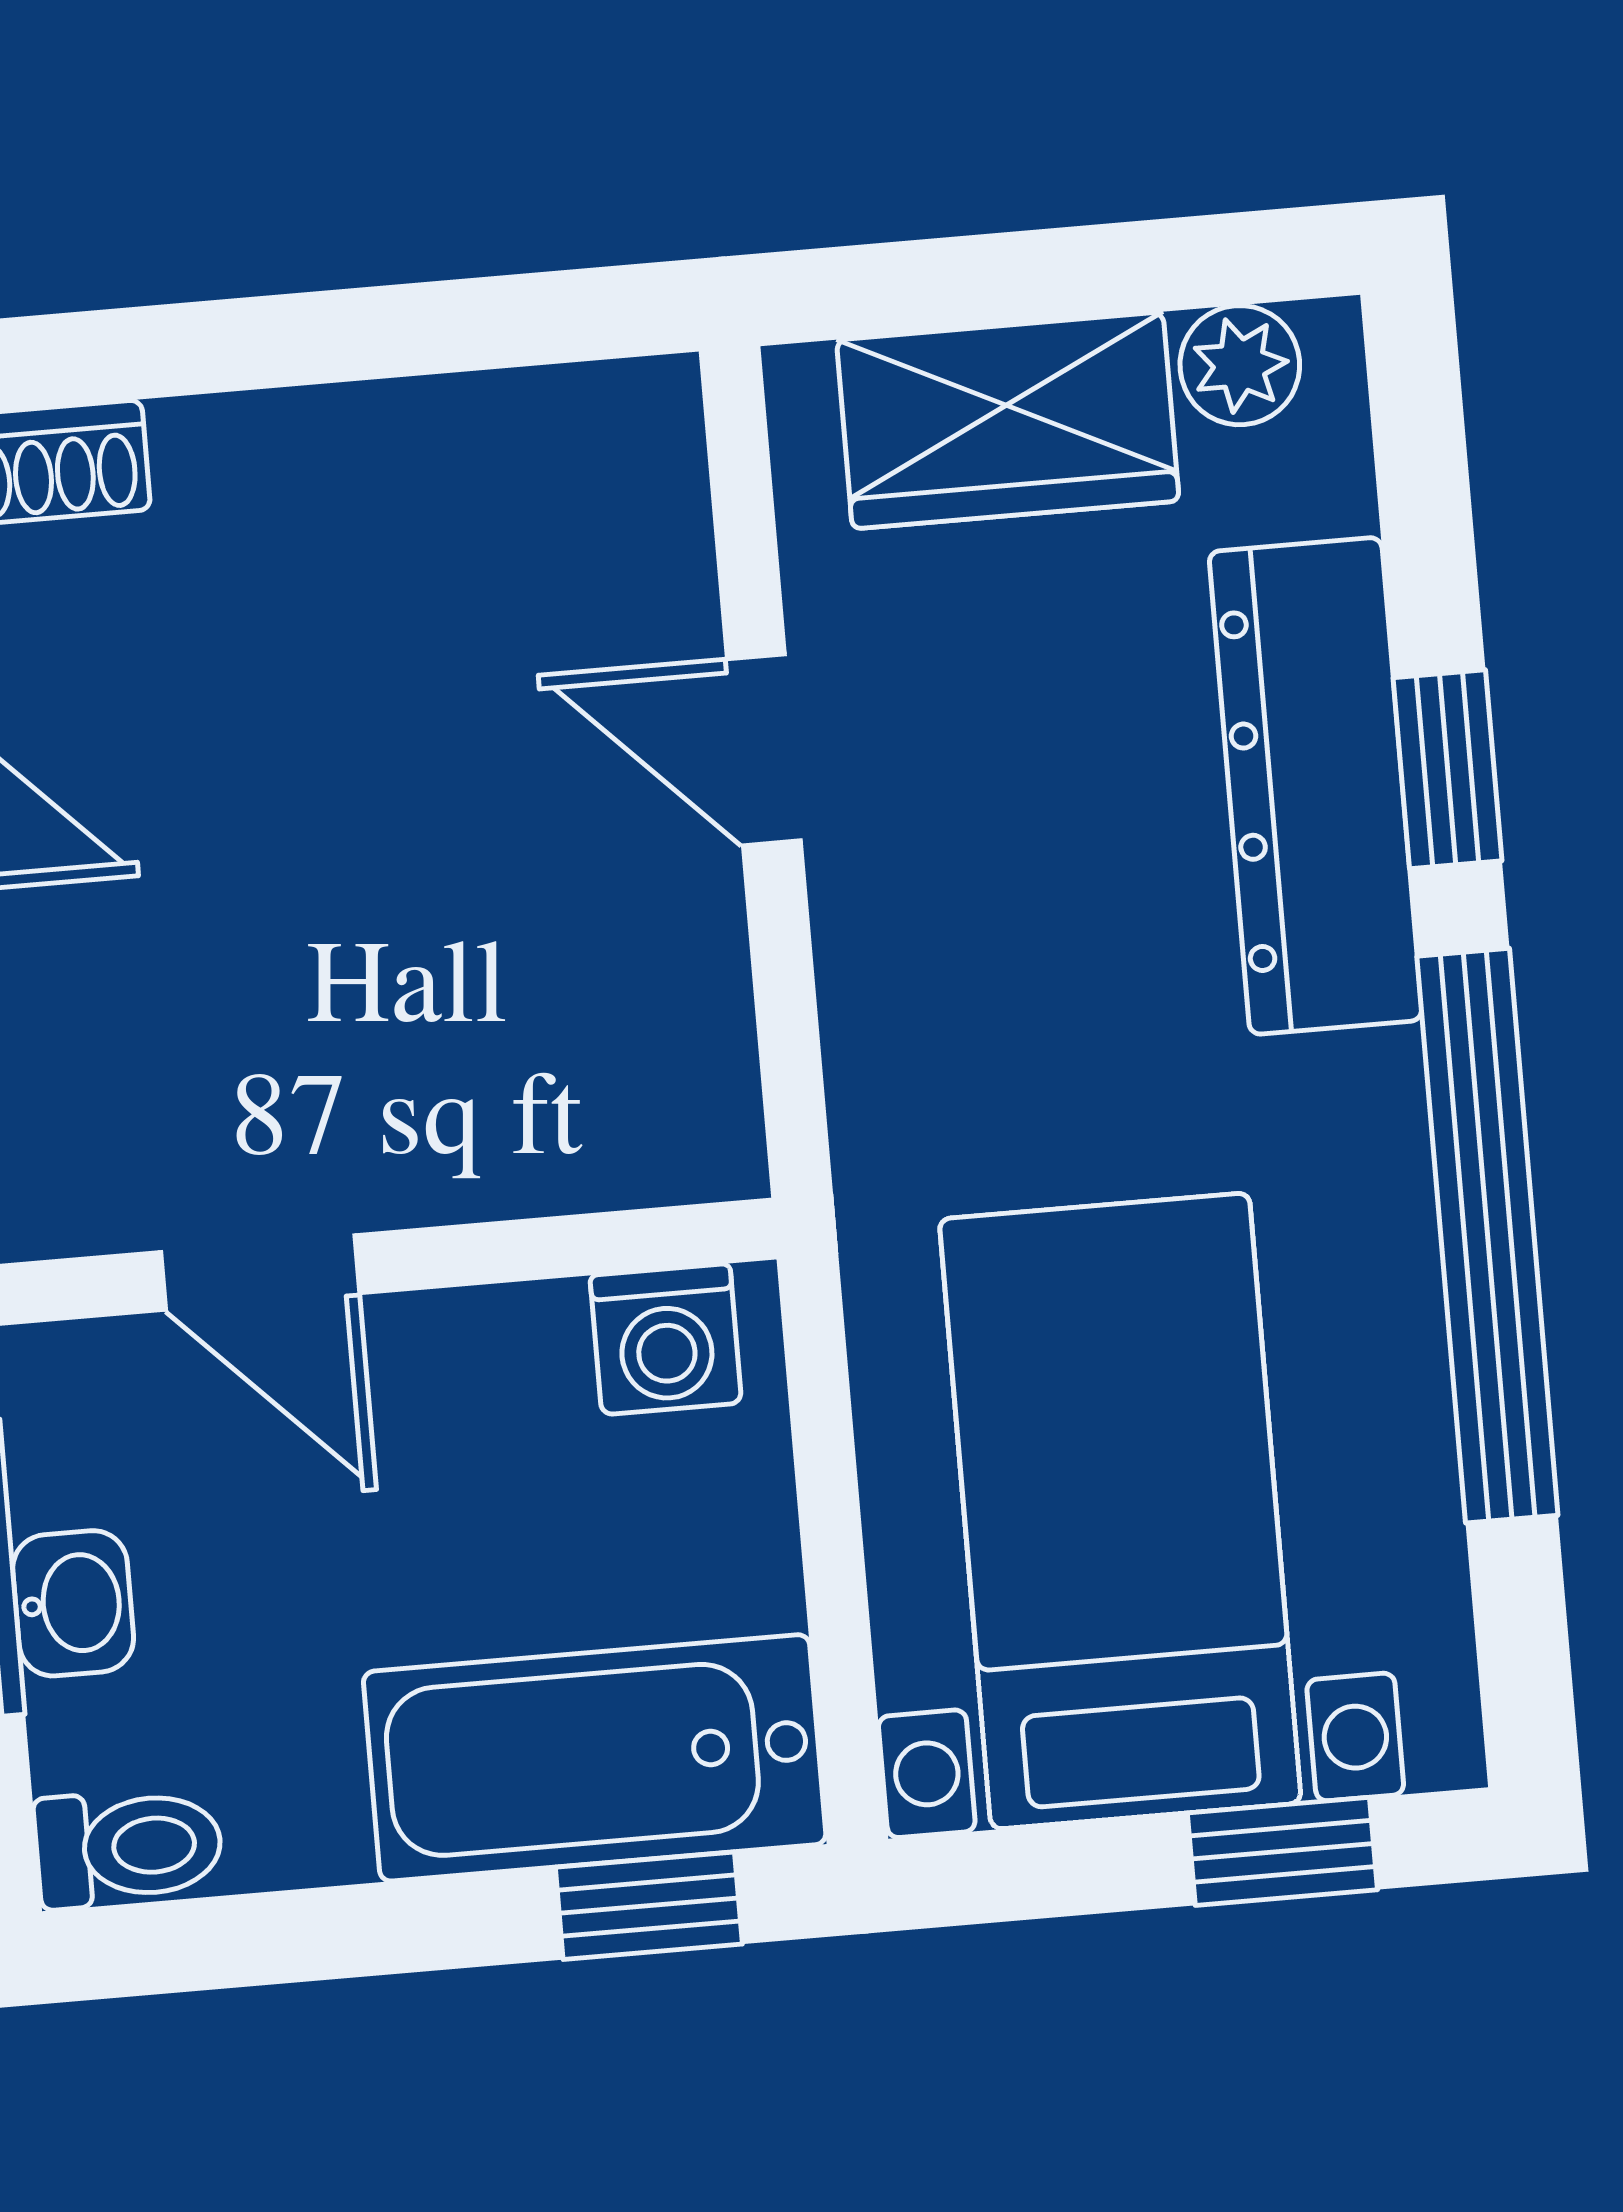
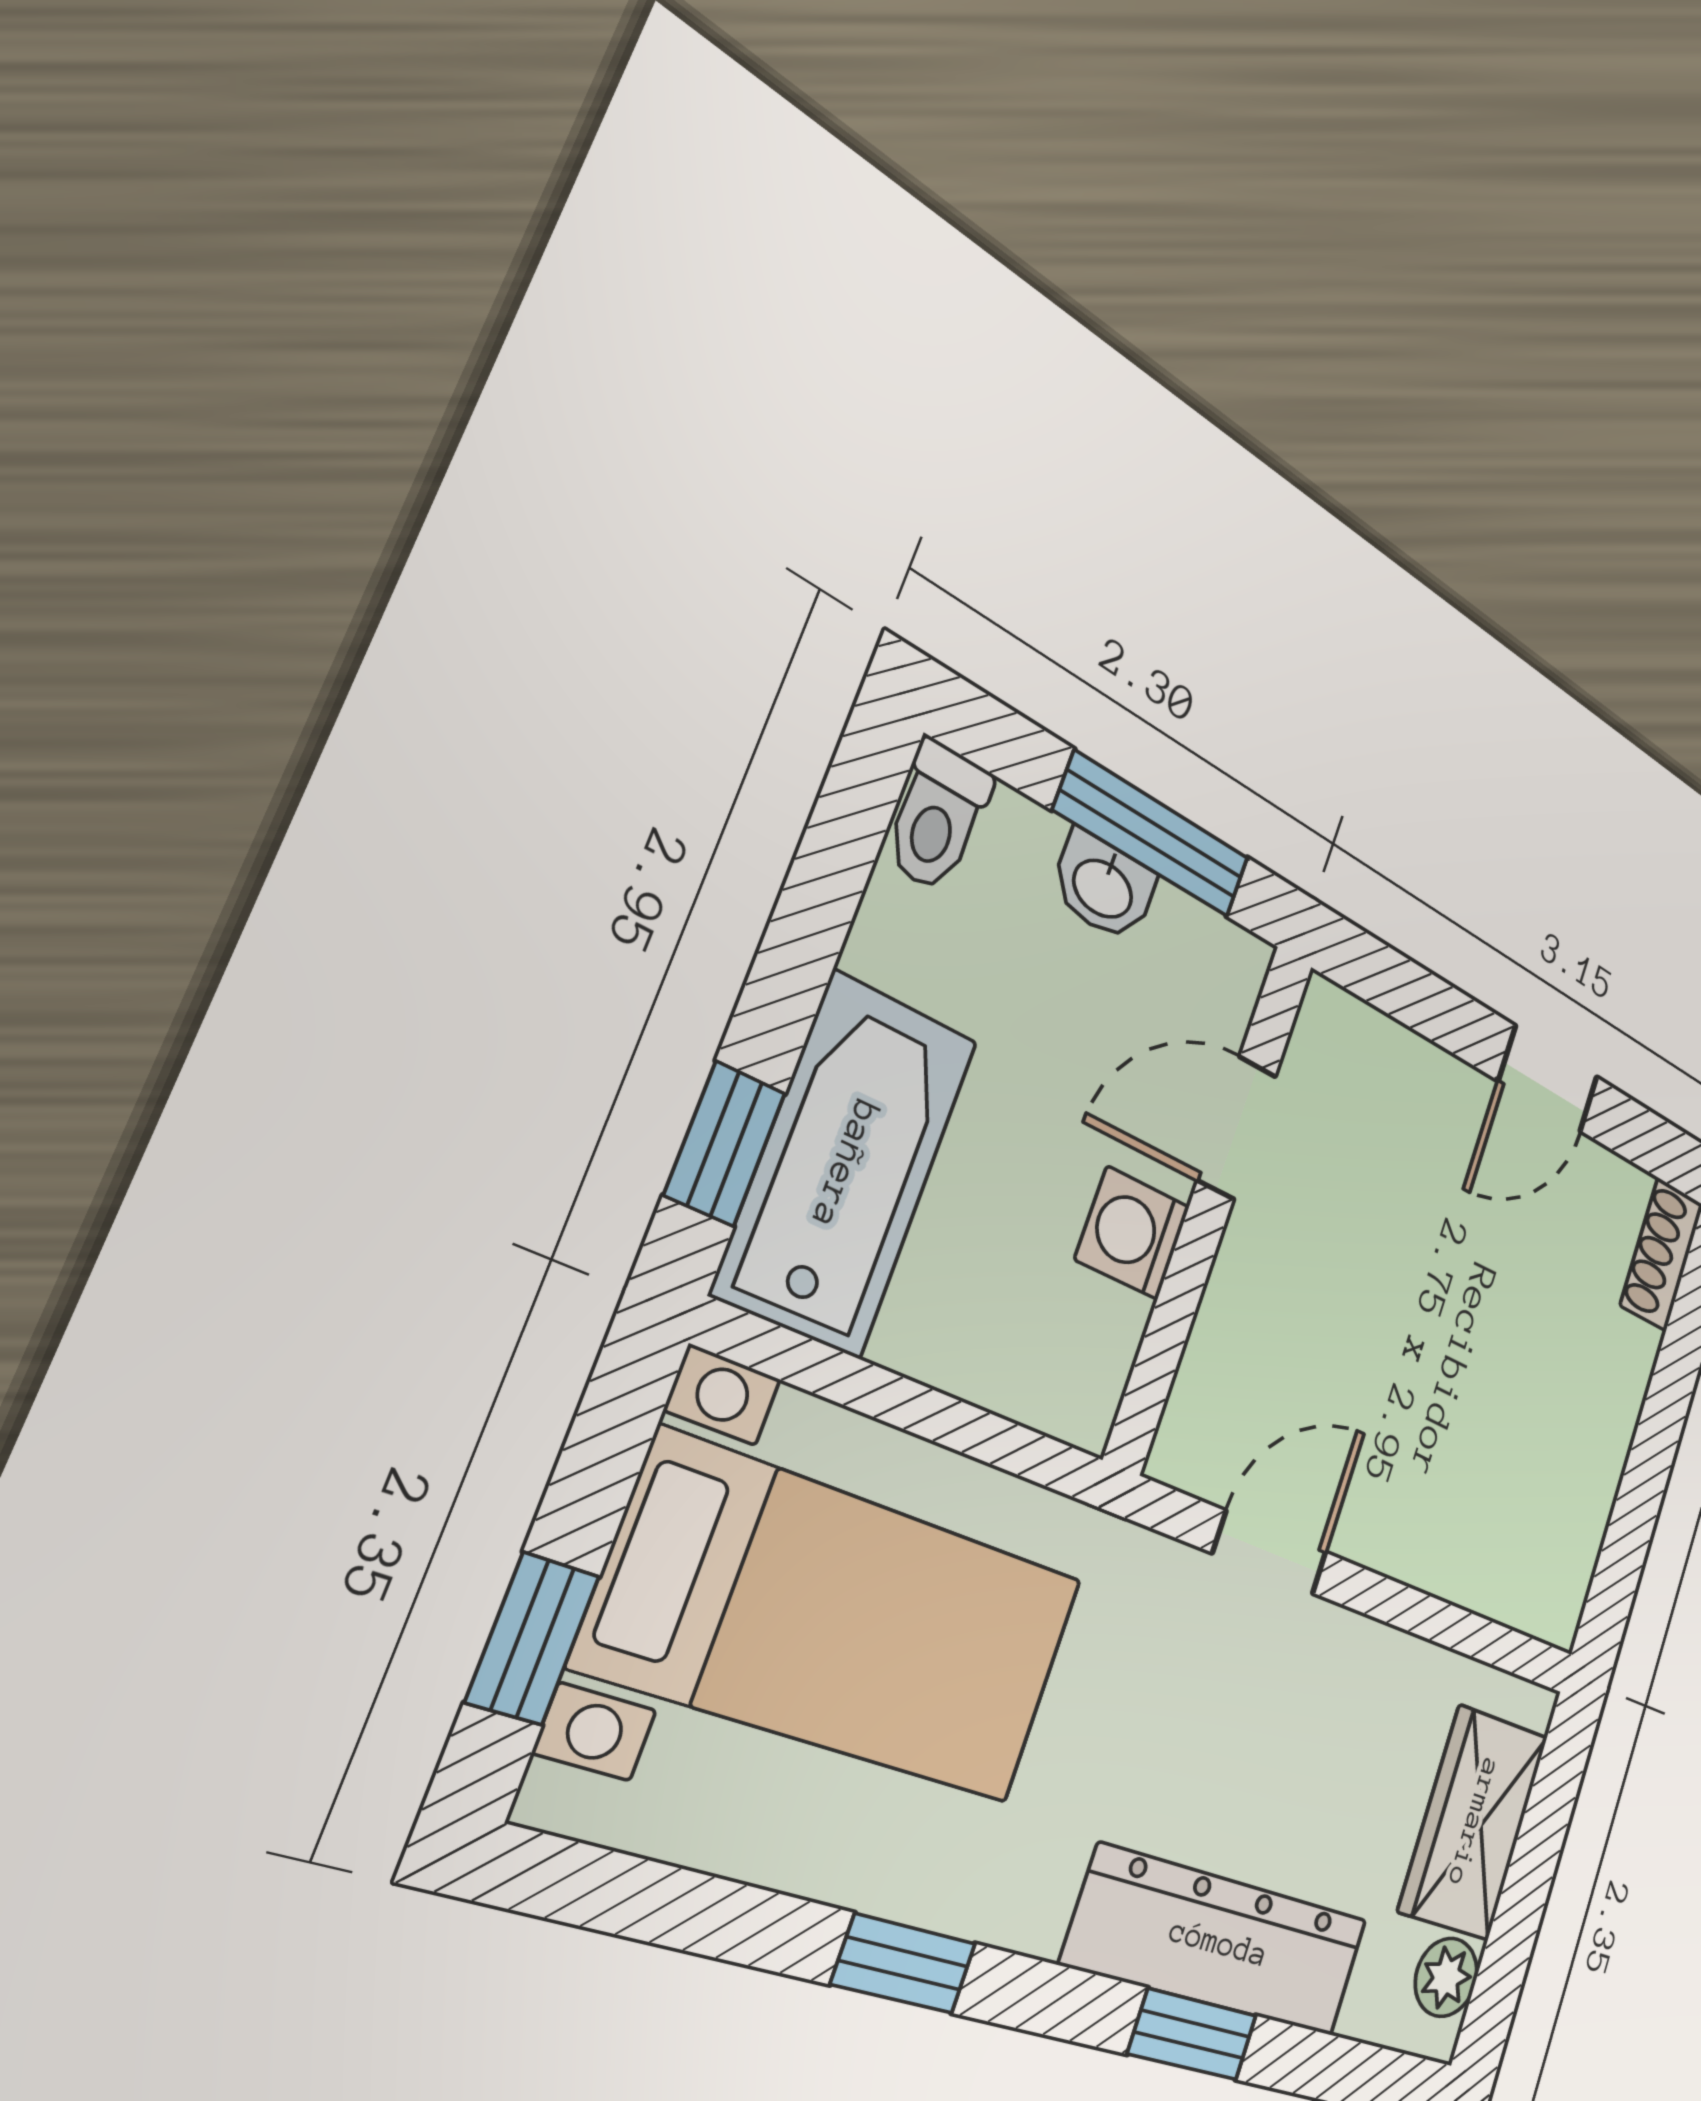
door: (764, 750) -> (1270, 1553), moved
window: (1487, 1236) -> (904, 1964), width x0.32
washing machine: (666, 1339) -> (1132, 1233), moved

